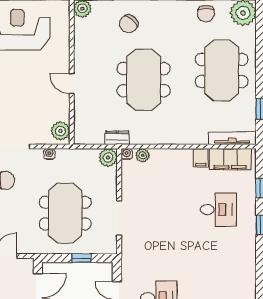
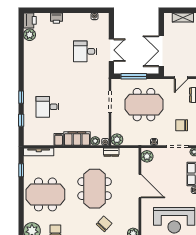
meeting table: (222, 70) -> (45, 194), turned 90
door: (72, 84) -> (140, 186), width x1.87
filing cabinet: (230, 159) -> (77, 138), moved
meeting table: (65, 213) -> (144, 105), turned 90
window: (81, 258) -> (134, 76), width x2.17

